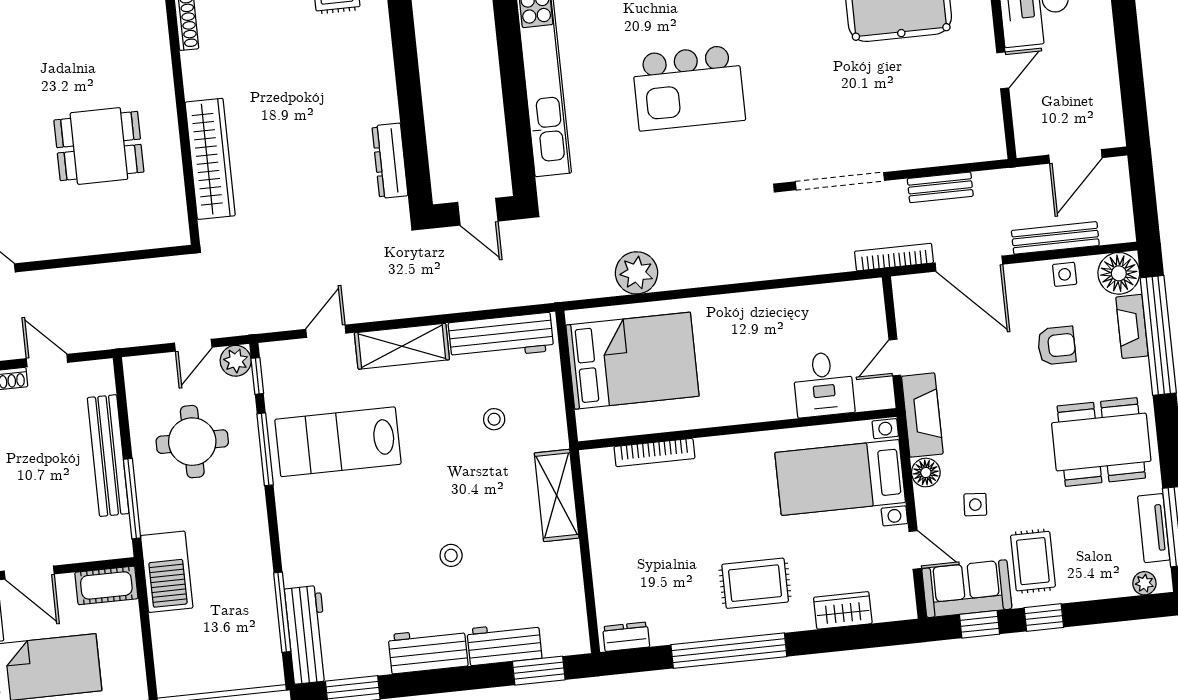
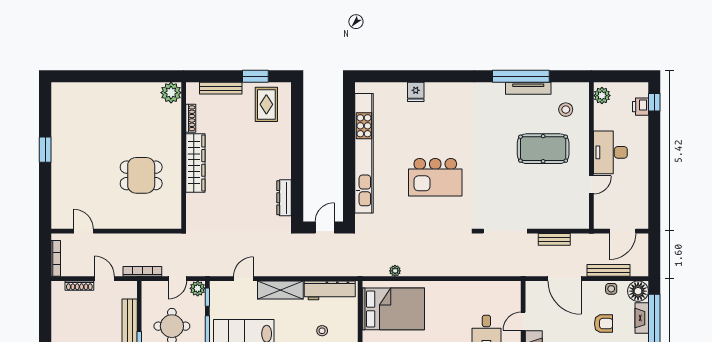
wardrobe: (210, 159) -> (195, 163), moved
door: (478, 212) -> (325, 227), swing flipped
bookcase: (894, 257) -> (142, 271), moved
plant: (636, 273) -> (395, 271), width x0.53, depth x0.53

